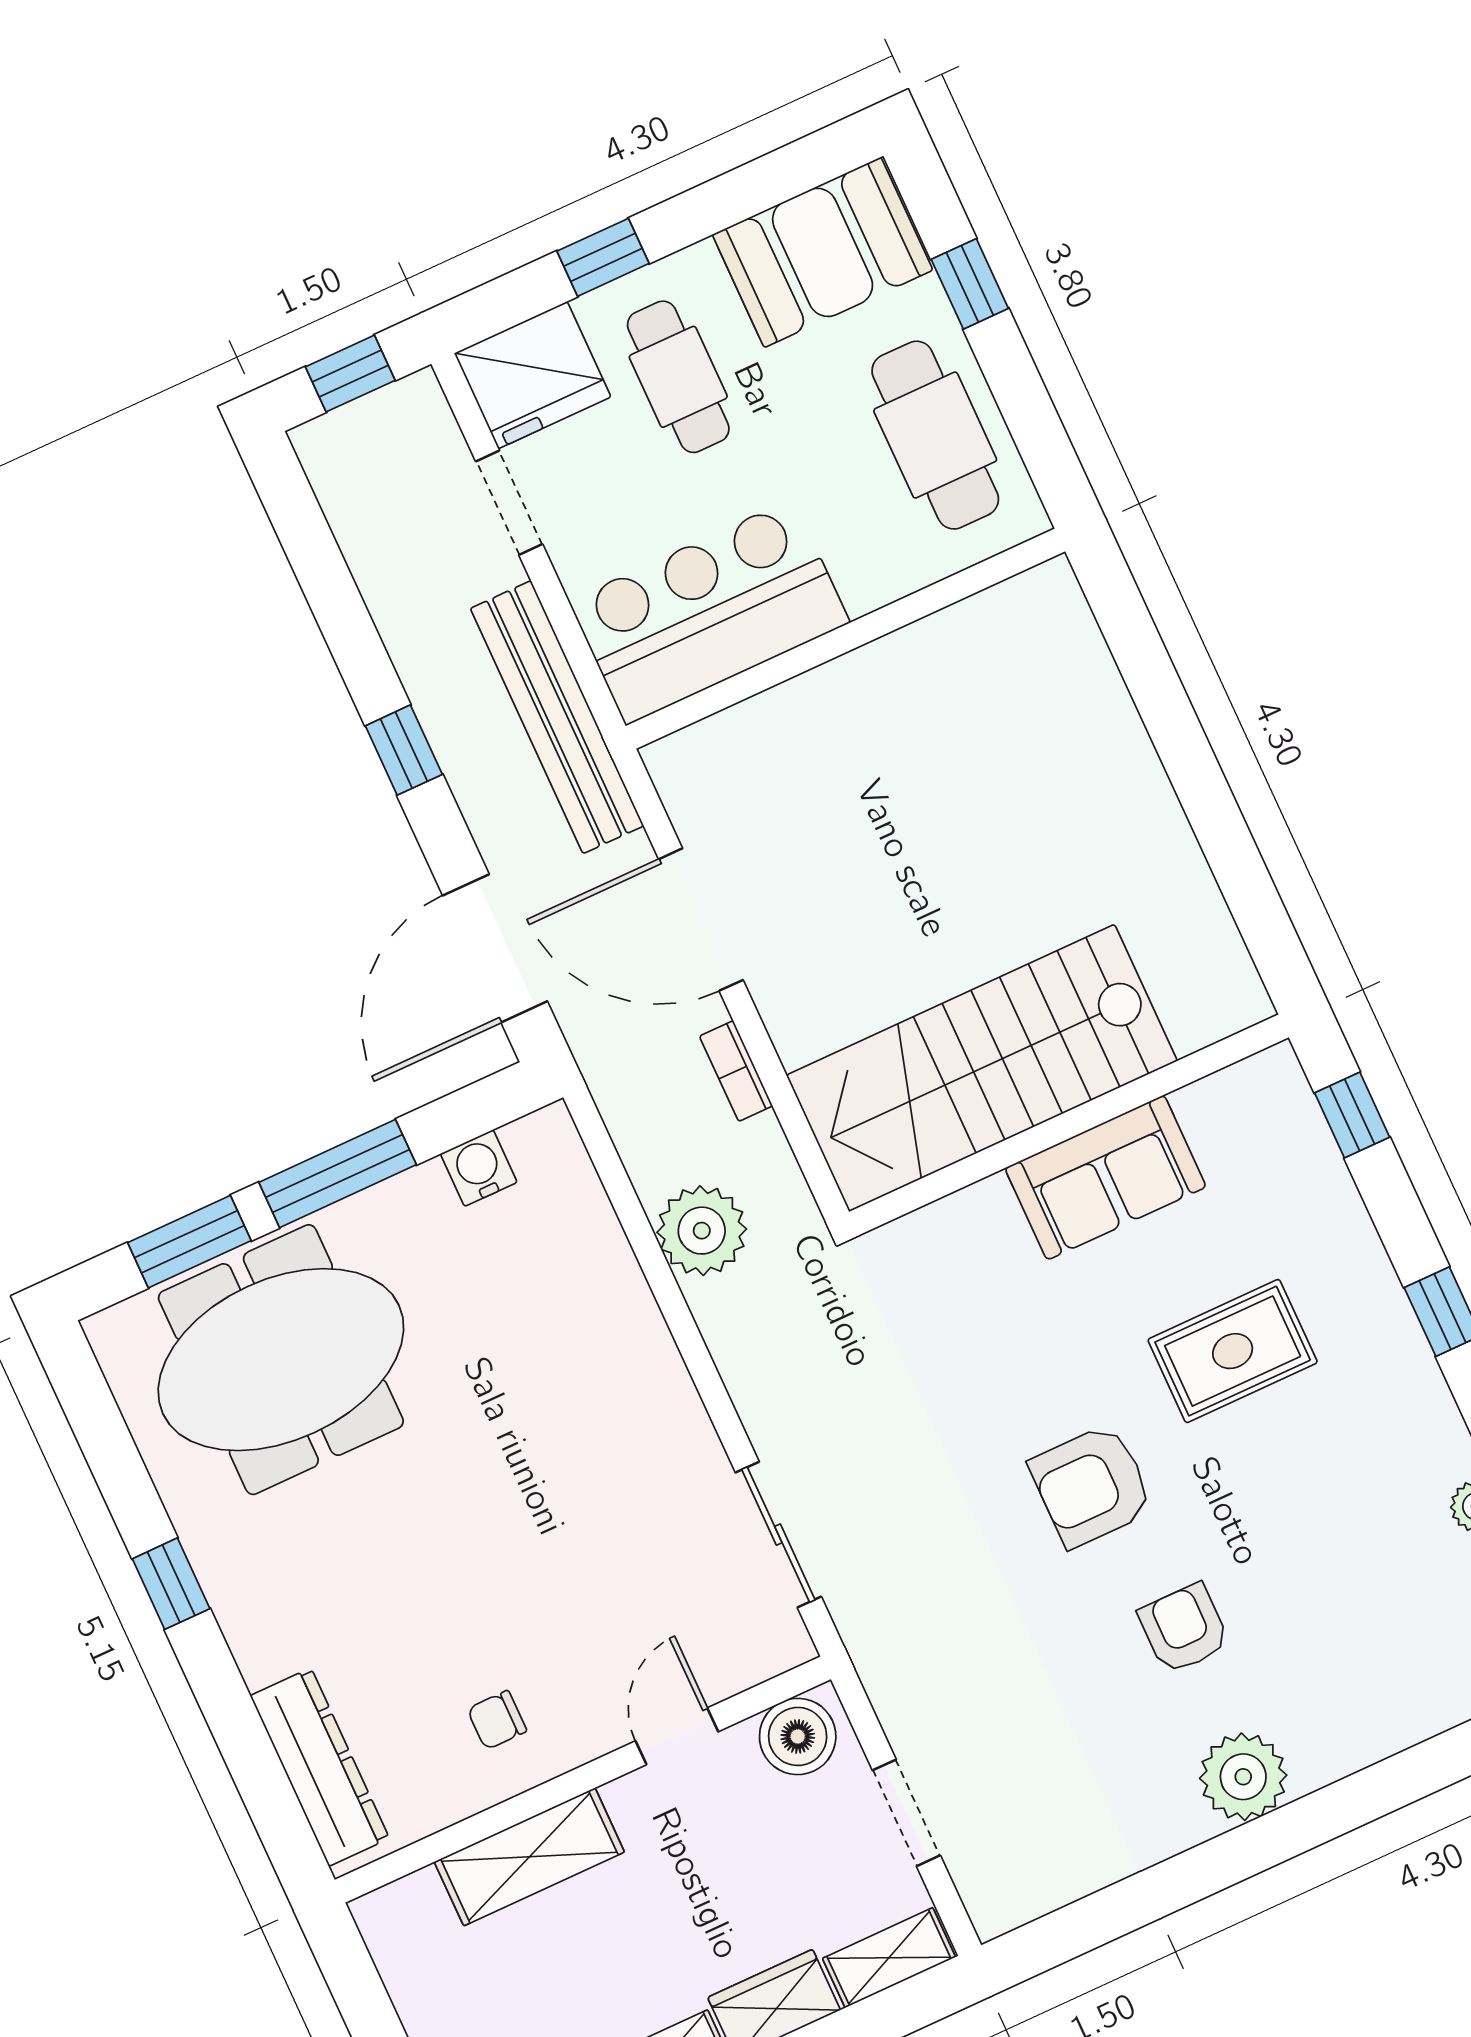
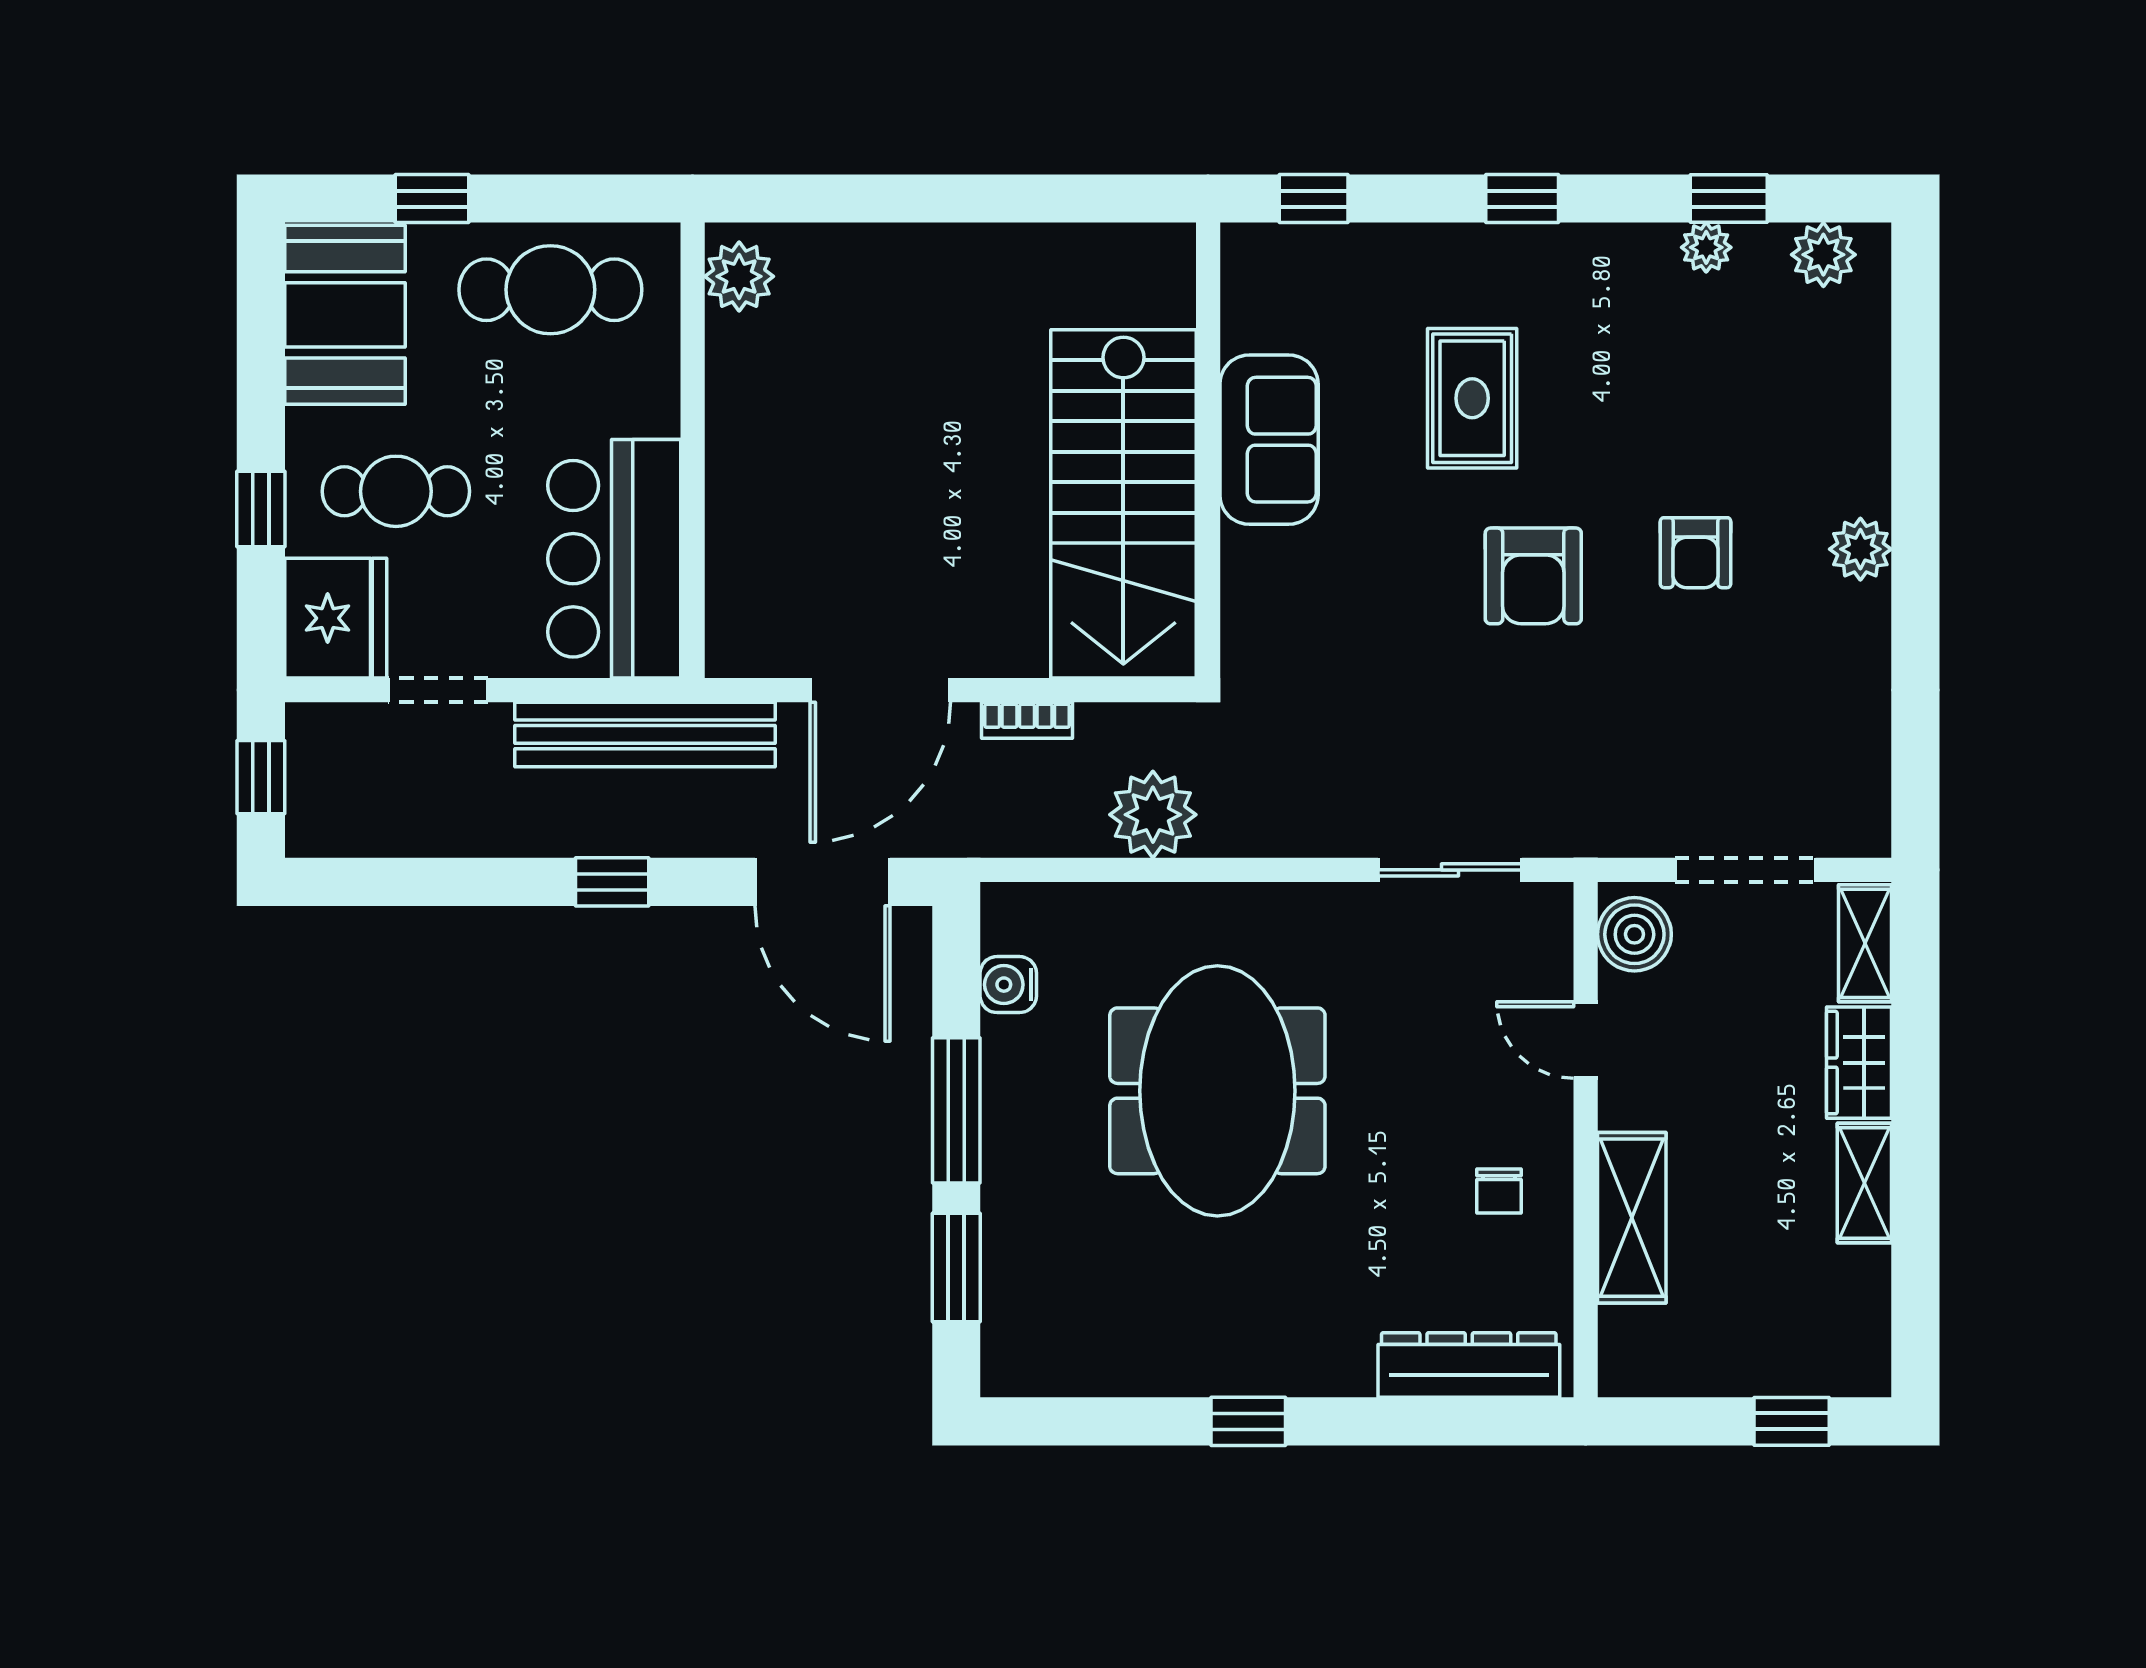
plant: (1030, 607) -> (739, 276), added
meeting table: (281, 1360) -> (1217, 1091), moved
armchair: (1184, 1629) -> (1696, 553), turned -90
plant: (1243, 1777) -> (1860, 549), width x0.73, depth x0.73
doorway: (906, 1813) -> (1745, 870), width x1.38

